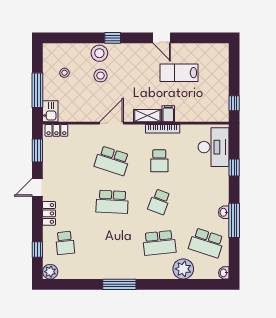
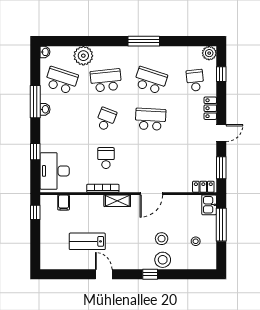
lab bench: (179, 73) -> (87, 241), turned 180
filing cabinet: (168, 114) -> (64, 203), moved
school desk: (112, 161) -> (151, 80), moved

